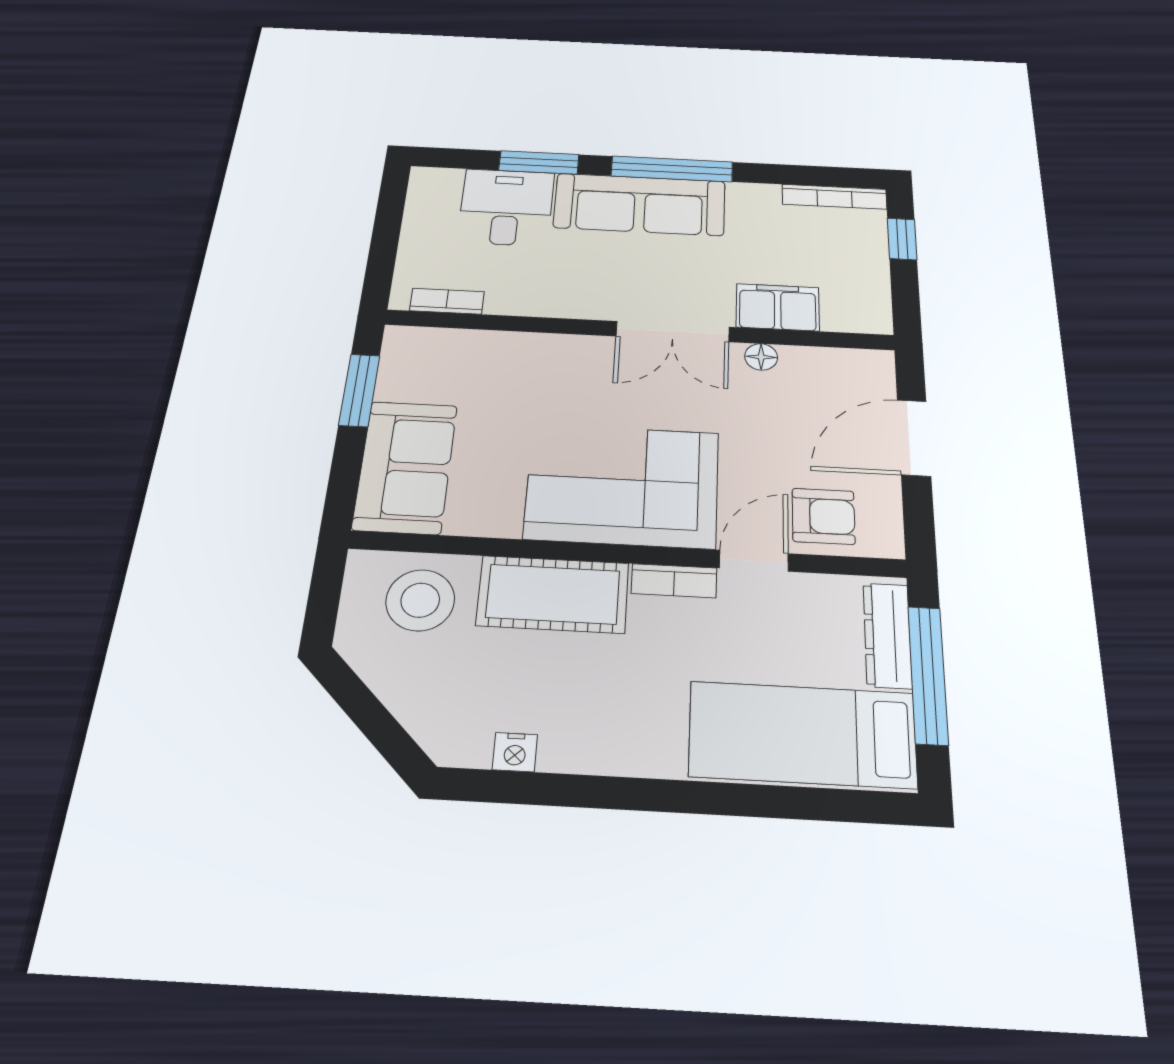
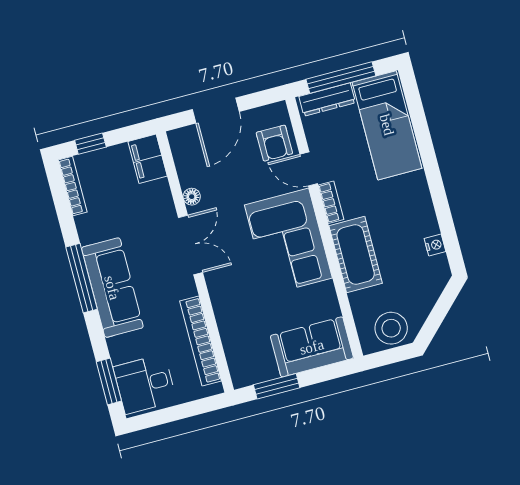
window: (539, 162) -> (109, 381), moved
desk: (506, 207) -> (145, 384), moved
bookcase: (447, 301) -> (200, 341), width x2.31, depth x1.31
filing cabinet: (778, 307) -> (148, 159), moved
door: (914, 438) -> (216, 111), hinge flipped
armchair: (823, 516) -> (274, 143), turned 180
stool: (420, 600) -> (391, 328), moved

